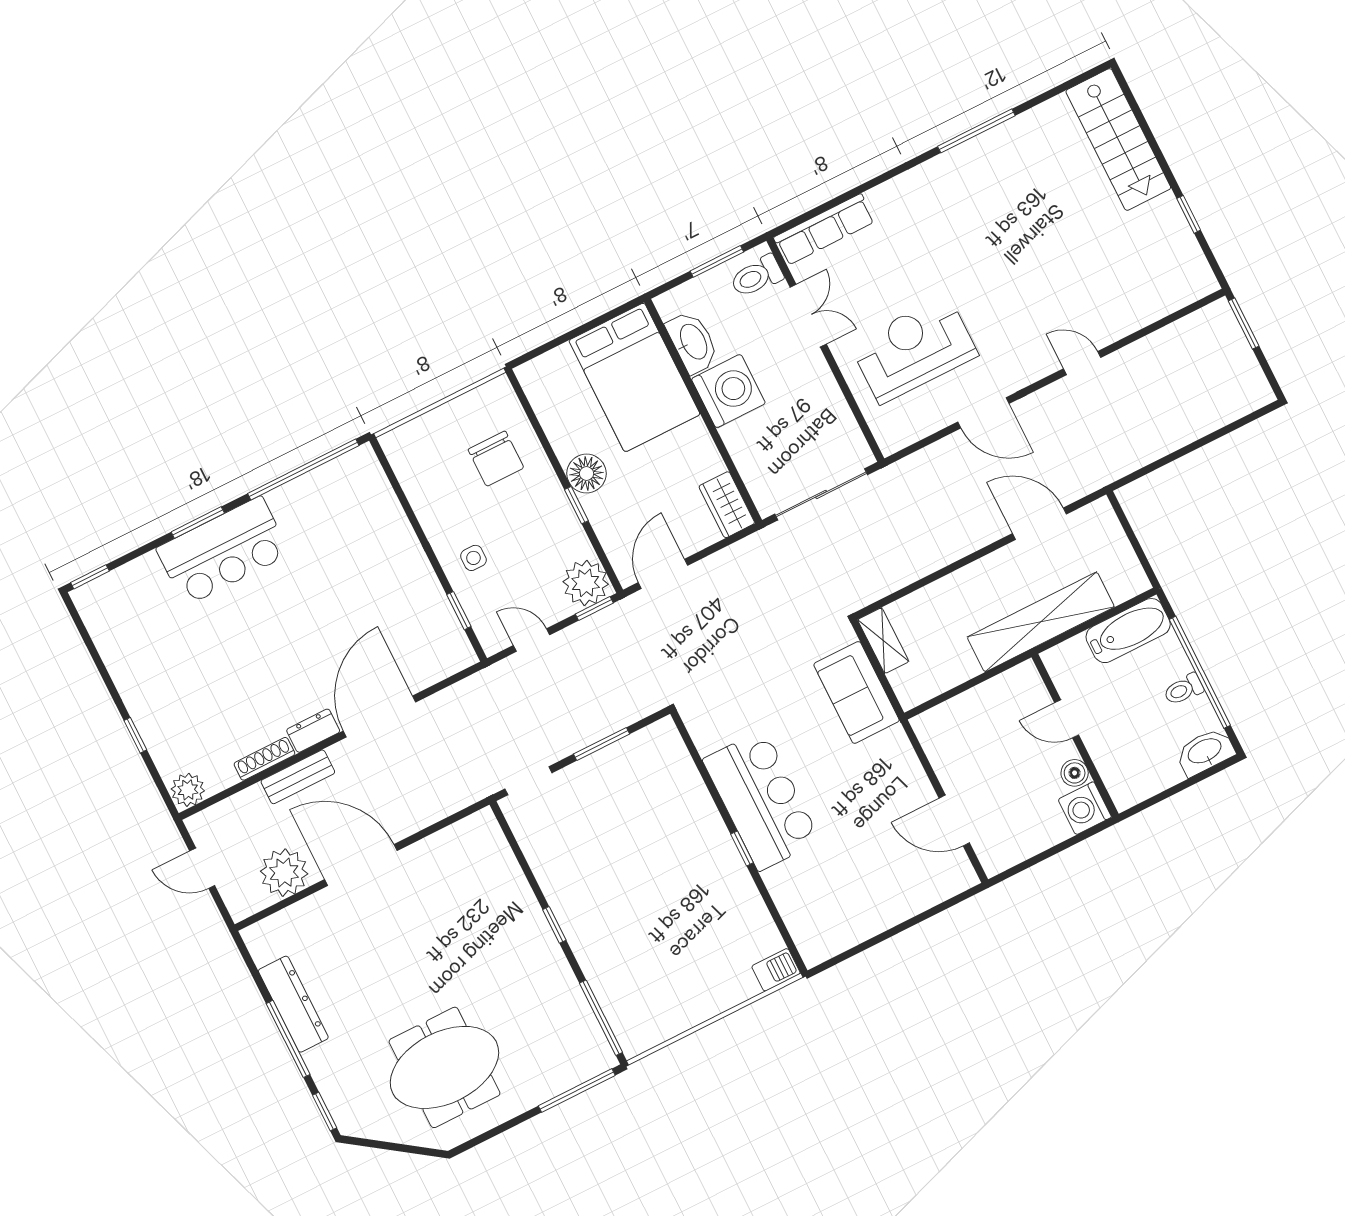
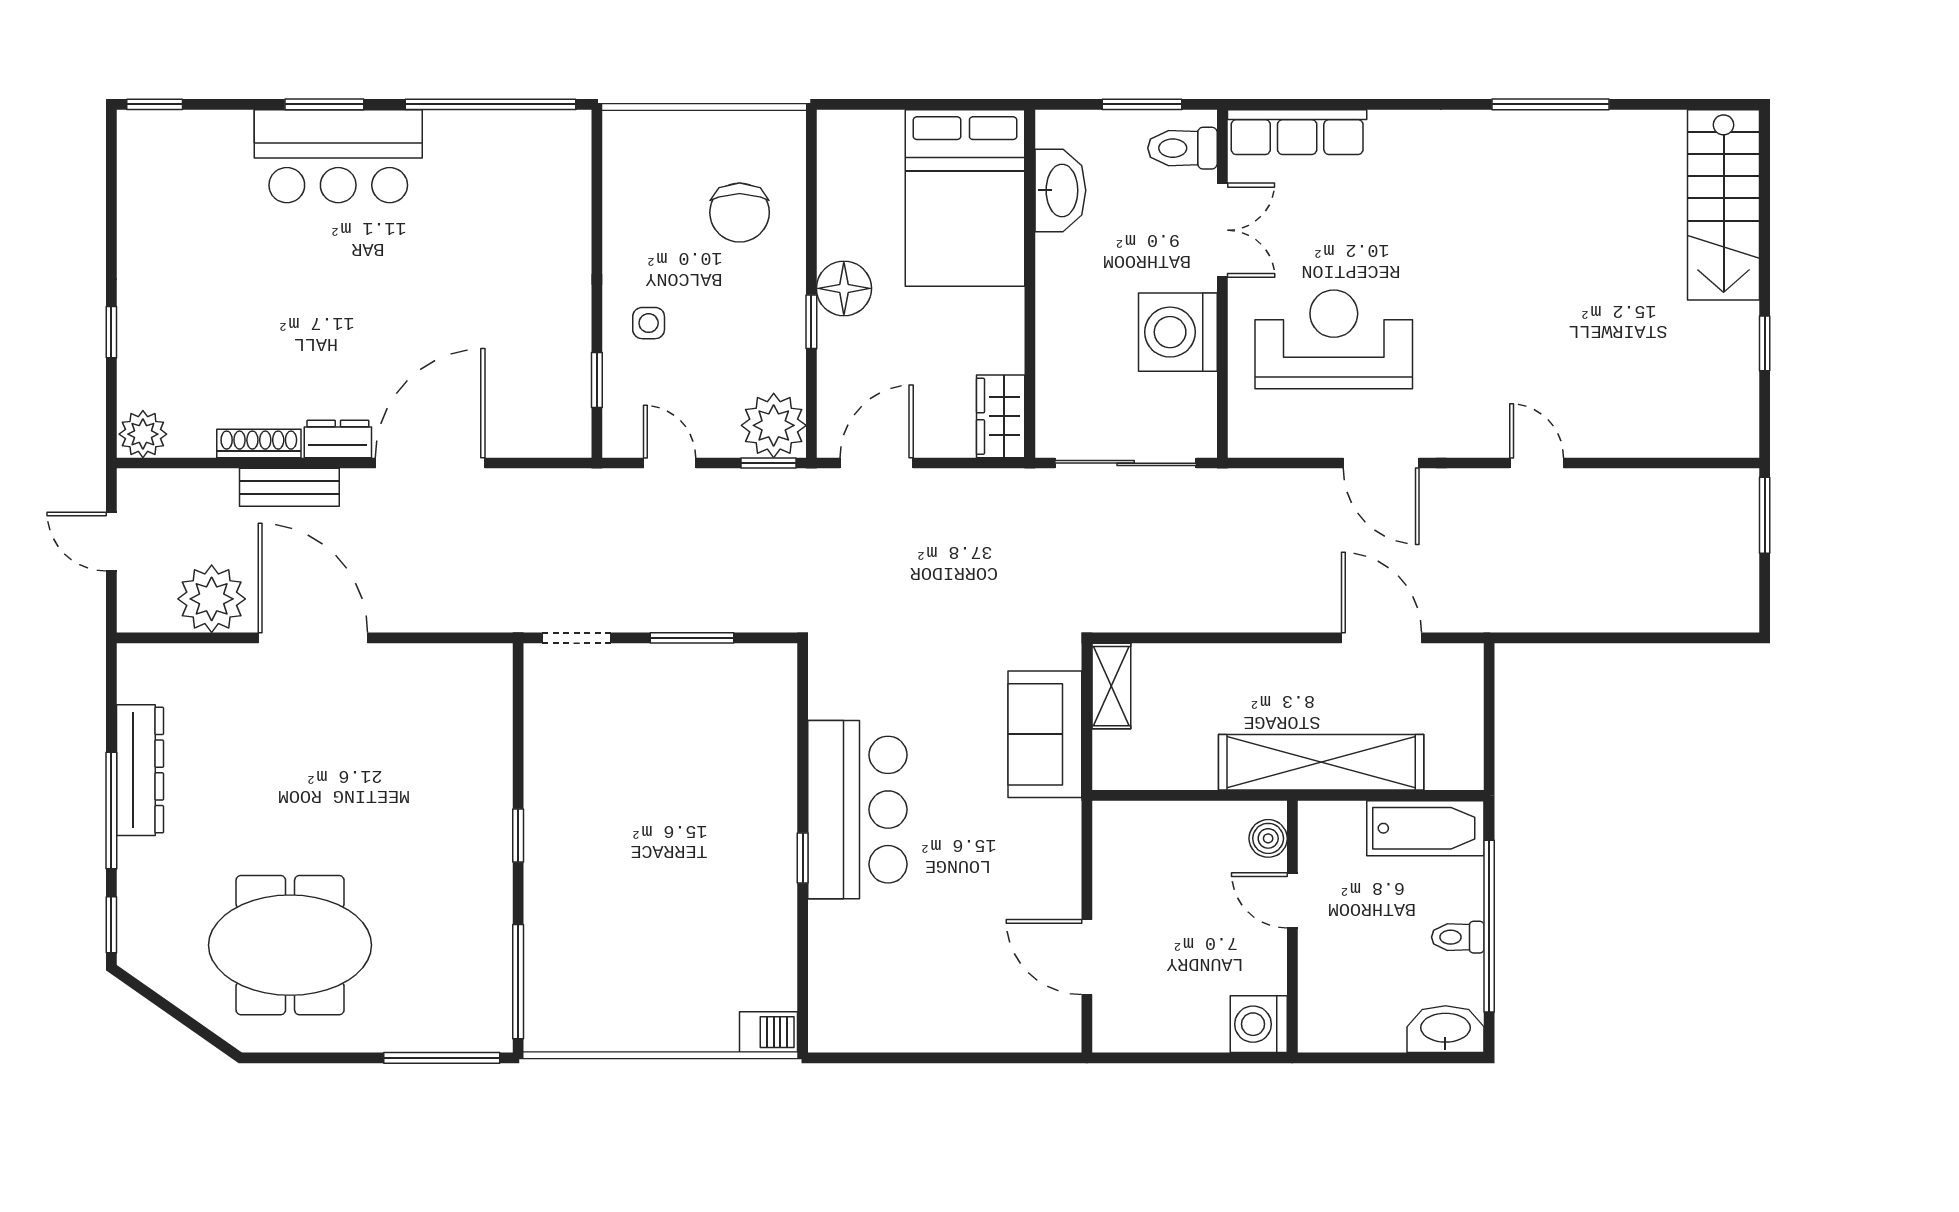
washing machine: (728, 391) -> (1178, 332), moved, turned 180
boiler: (1075, 773) -> (1268, 838), moved

